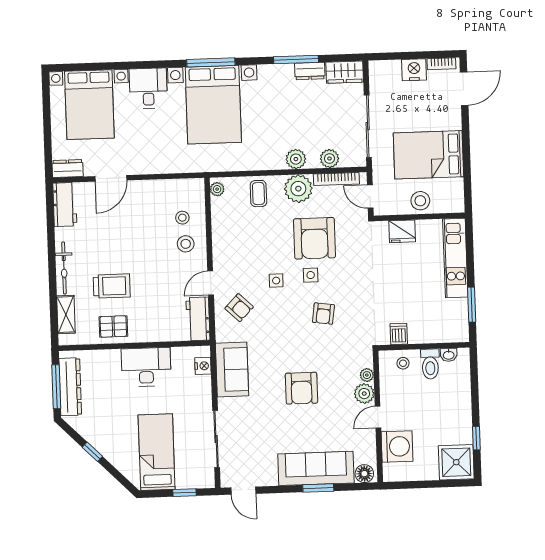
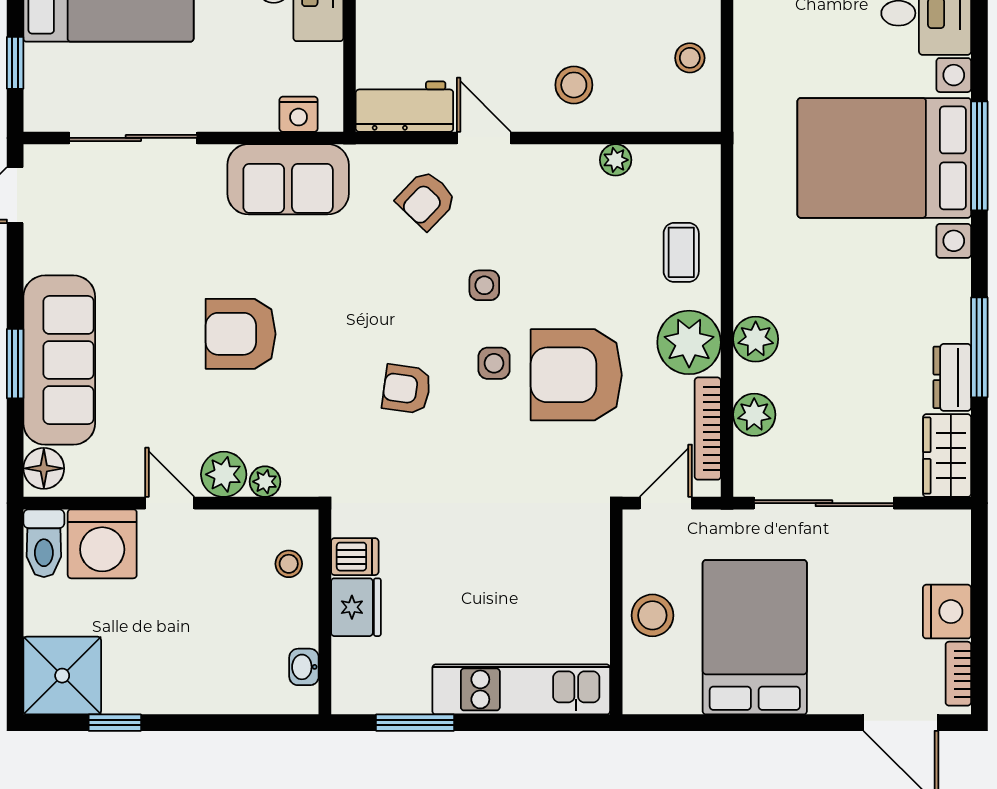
plant: (217, 189) -> (616, 160), moved
coffee table: (258, 194) -> (681, 252), turned 90
stool: (182, 218) -> (690, 58), moved
fridge: (402, 231) -> (356, 607), moved, turned 180
toilet: (430, 364) -> (44, 543), moved, turned -90

